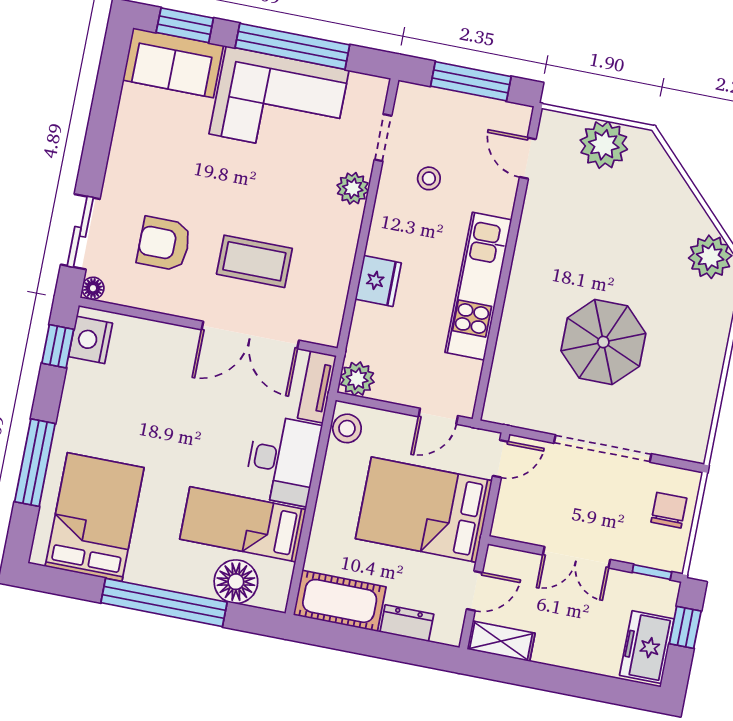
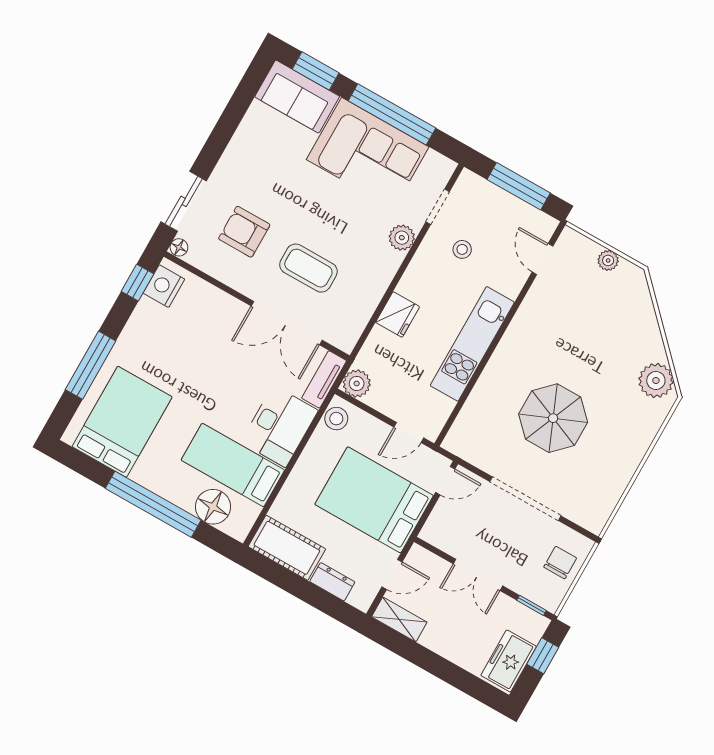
plant: (604, 145) -> (608, 260), width x0.53, depth x0.53

